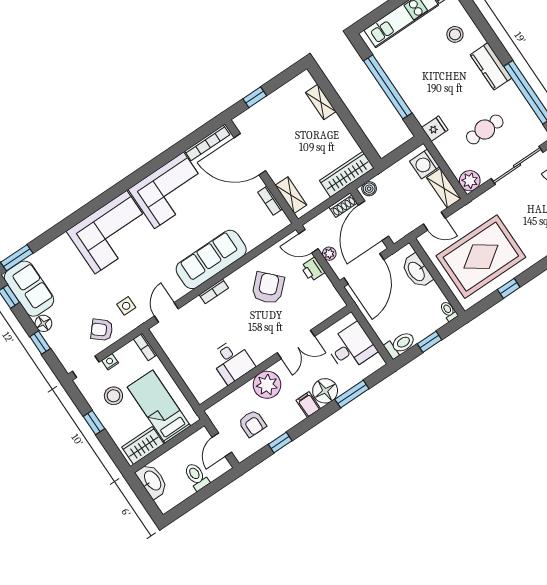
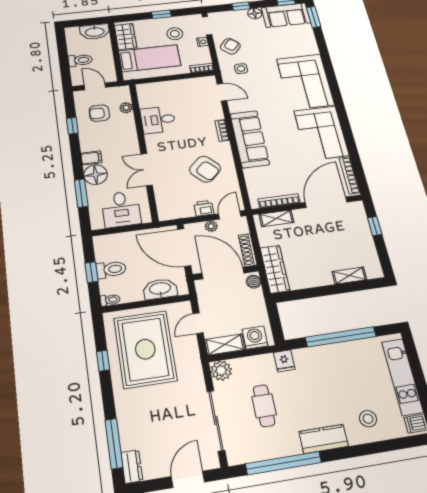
bookcase: (270, 201) -> (279, 201), width x1.56
shoe rack: (343, 205) -> (248, 250), width x1.43
toilet: (400, 344) -> (111, 269), moved, turned -90
plant: (267, 385) -> (126, 108), moved, width x0.53, depth x0.53

